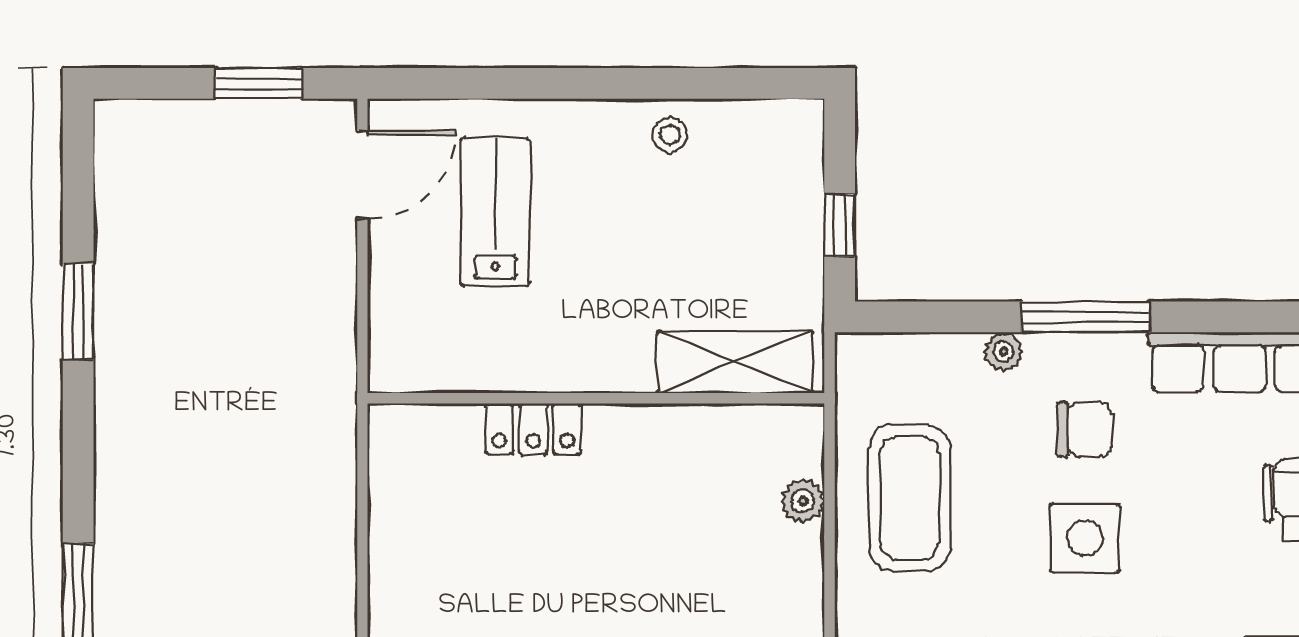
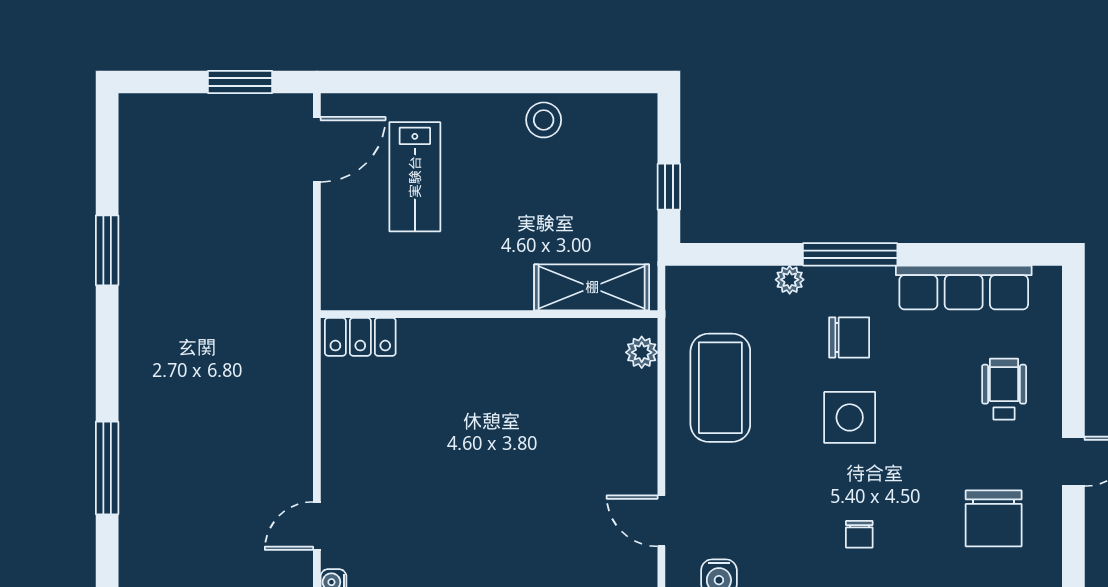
stool: (670, 135) -> (544, 120), width x1.37, depth x1.37
lab bench: (495, 212) -> (415, 177), turned 180
locker: (533, 429) -> (360, 337), moved
plant: (803, 501) -> (642, 352), moved

